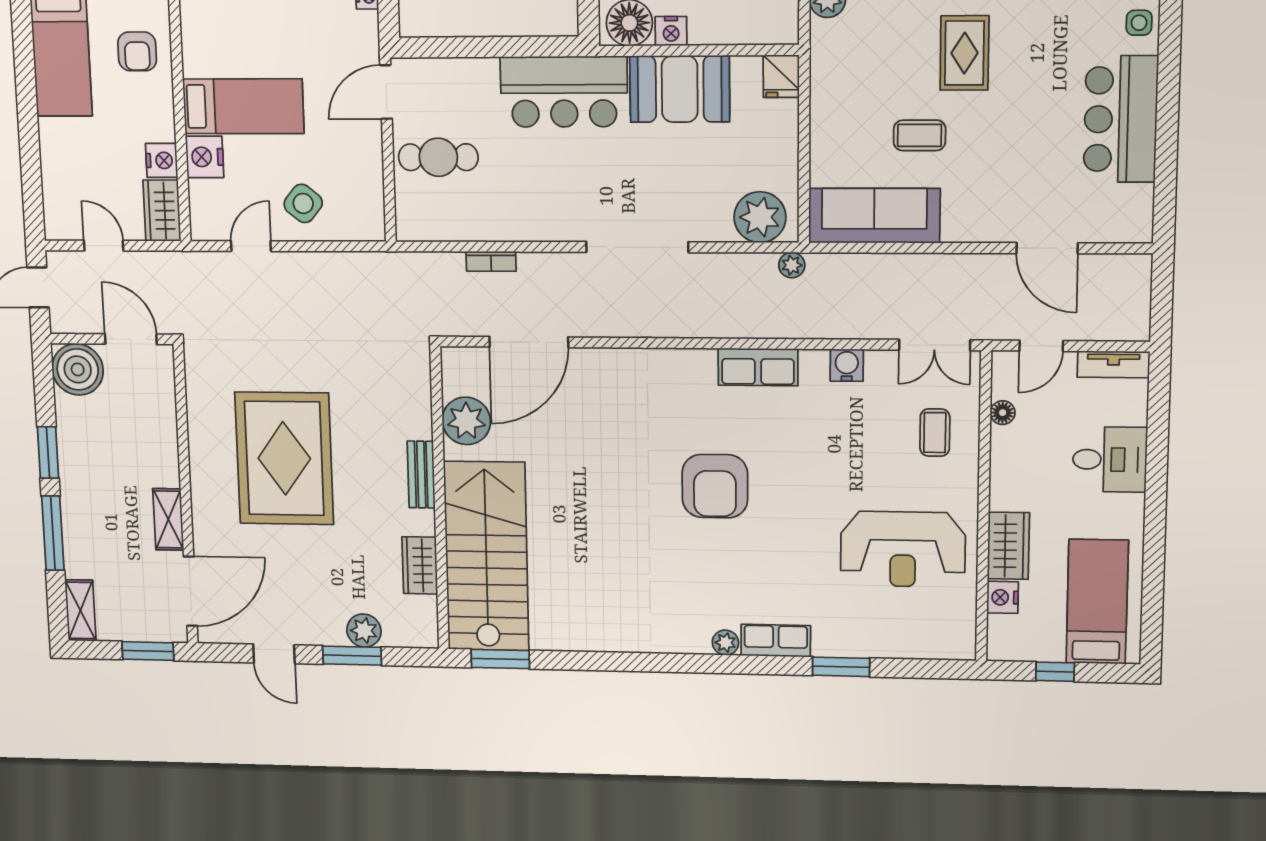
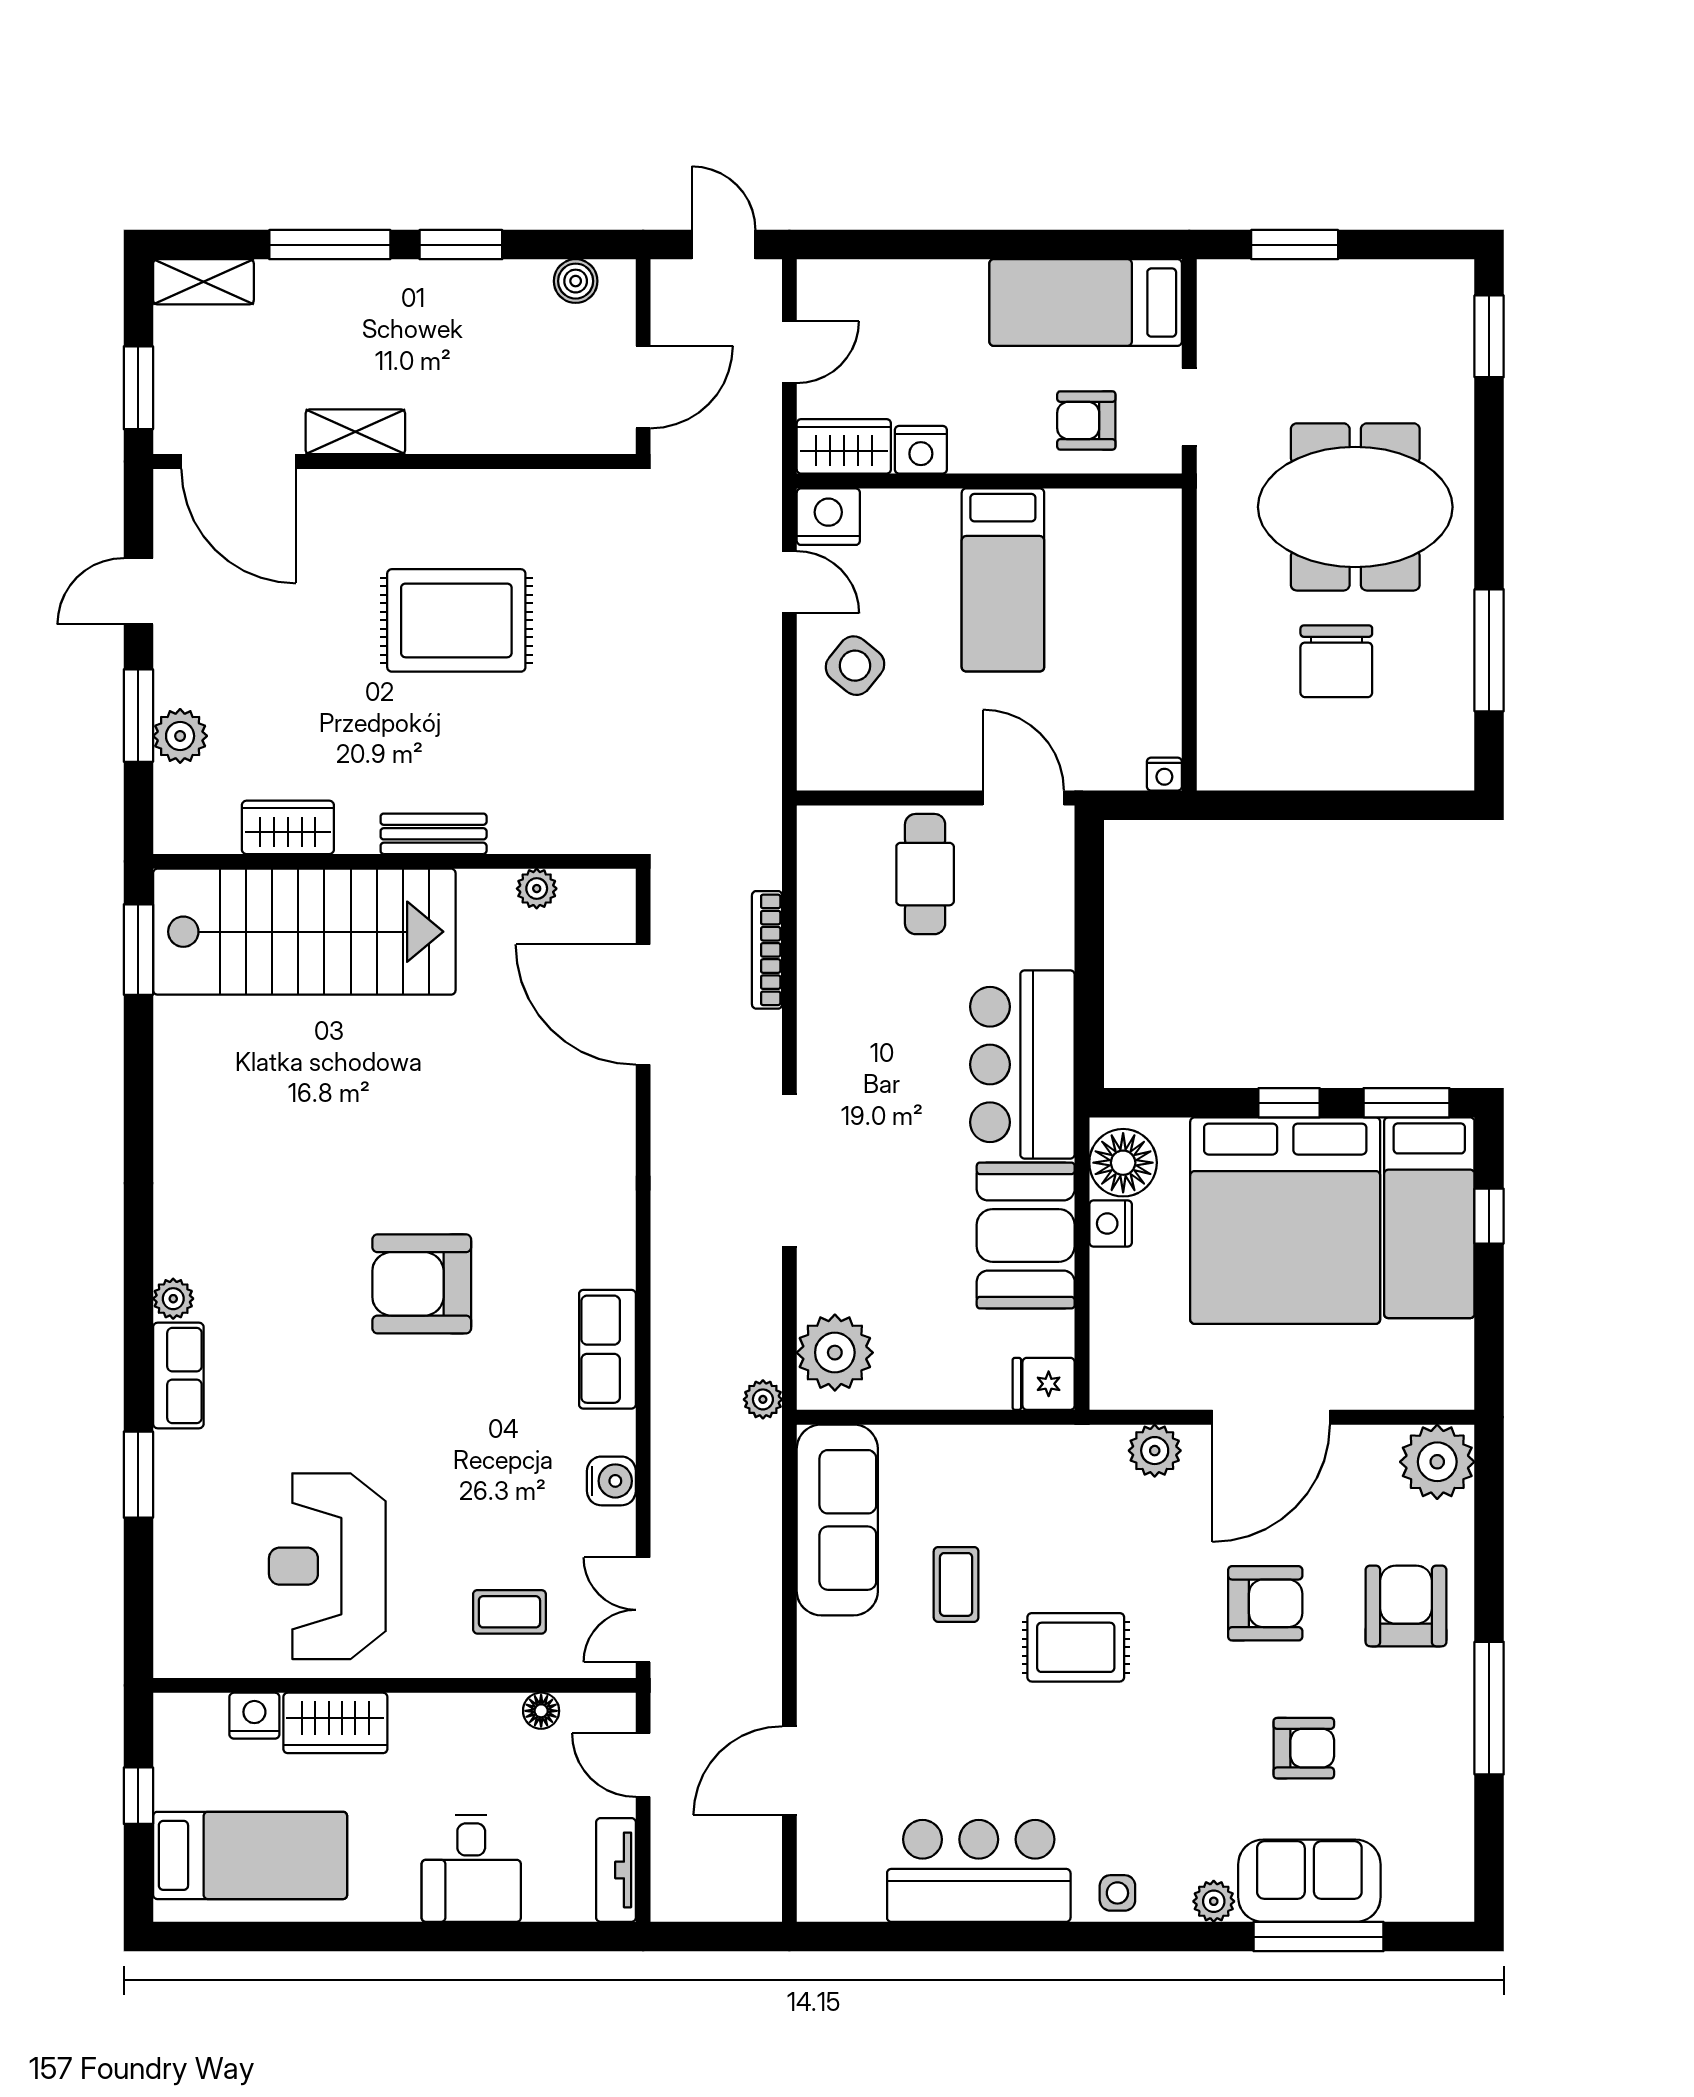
nightstand: (205, 157) -> (828, 517), moved
bookcase: (491, 261) -> (767, 950), width x1.56
boiler: (78, 369) -> (576, 281), width x0.54, depth x0.54
plant: (466, 421) -> (537, 889), width x0.53, depth x0.53
rug: (284, 458) -> (456, 620), width x0.73, depth x0.69

